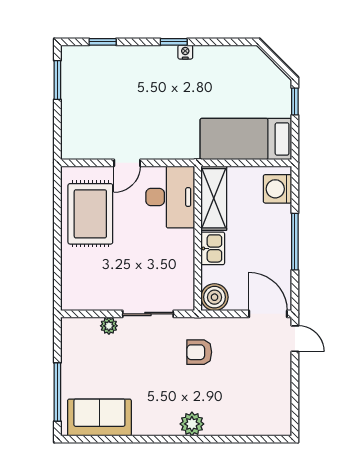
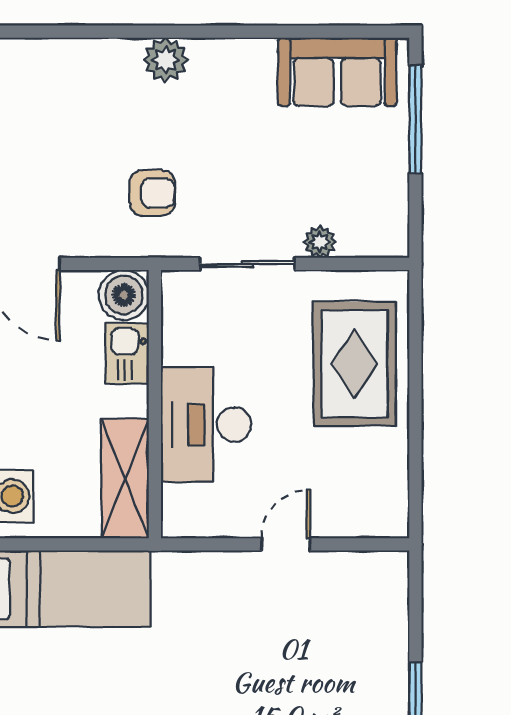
desk: (170, 197) -> (206, 425), moved
rug: (90, 214) -> (354, 364), moved
kitchen sink: (213, 248) -> (127, 353), moved

